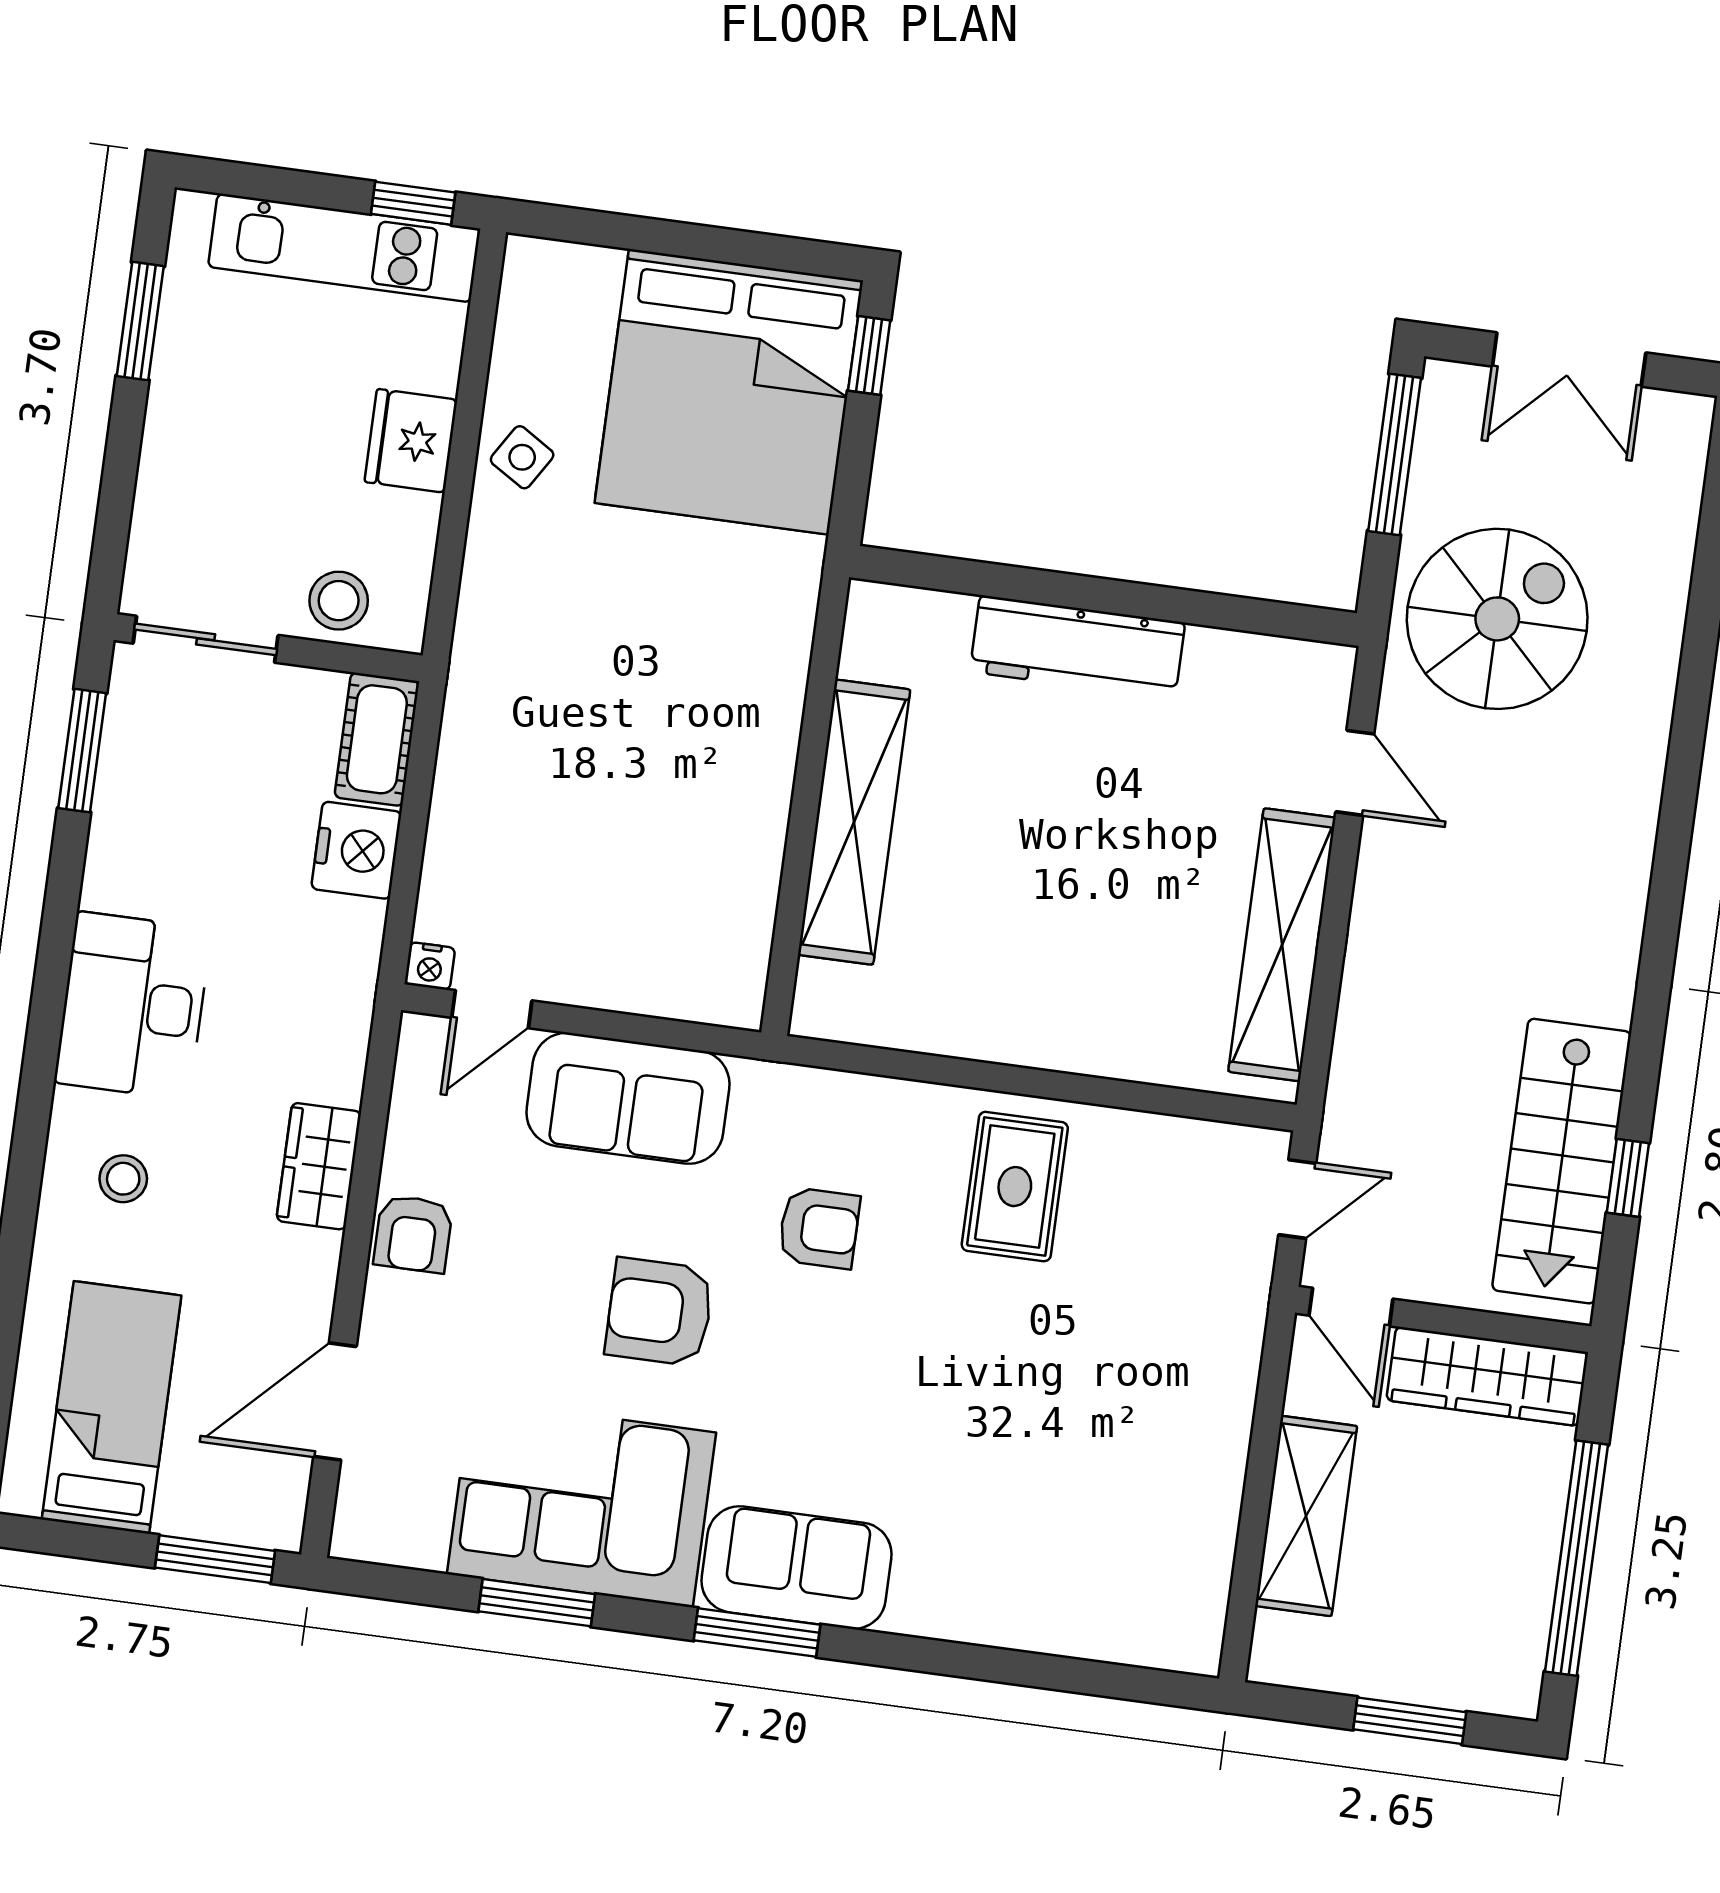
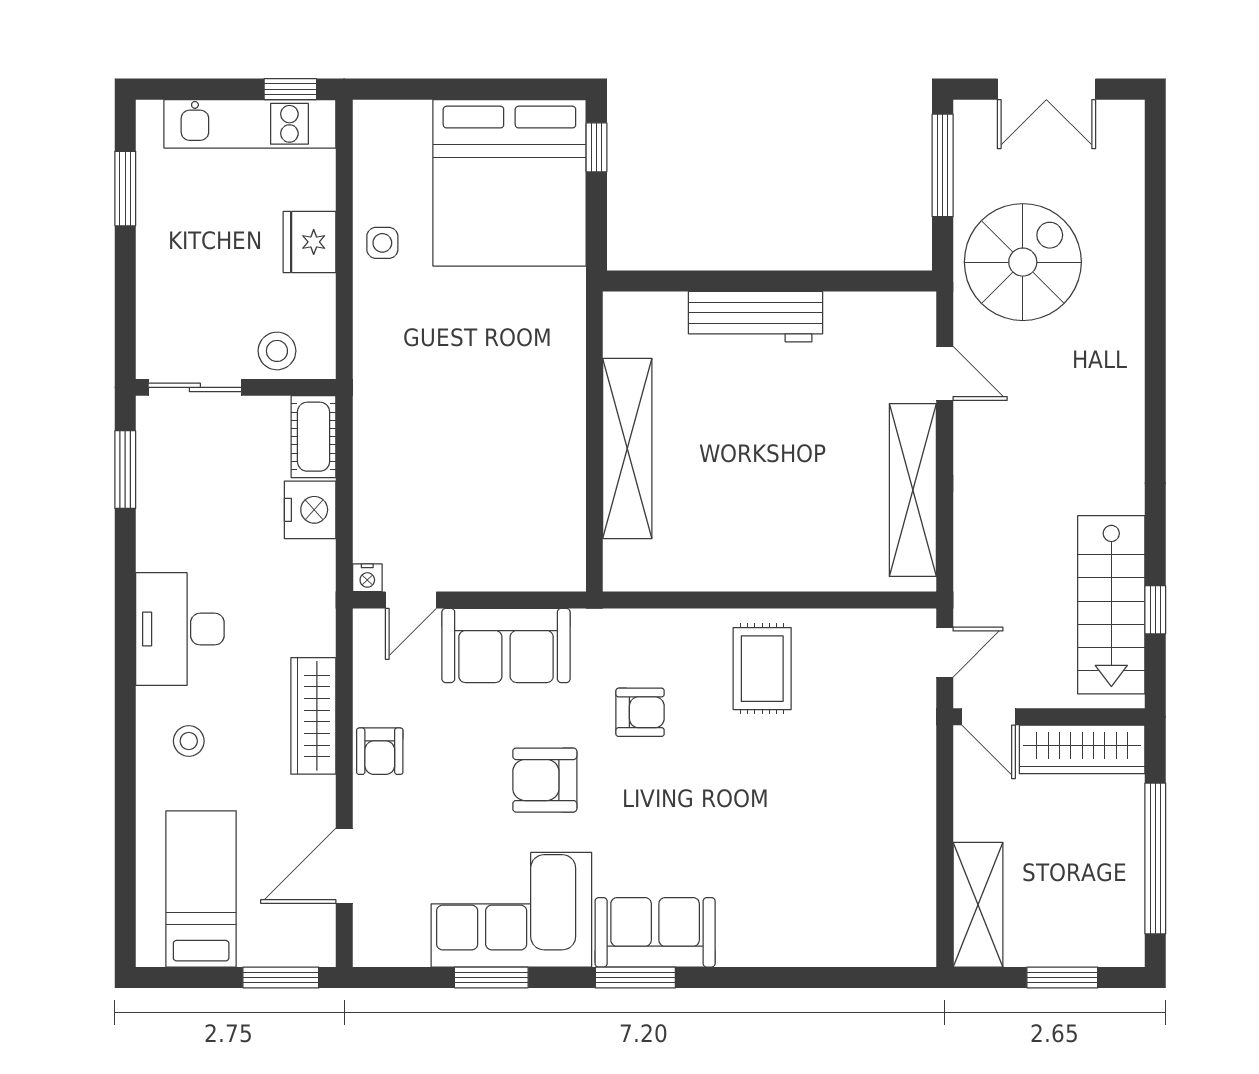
side table: (522, 457) -> (382, 243), turned -32
wardrobe: (319, 1166) -> (313, 716), width x1.50
shelving: (1306, 1516) -> (978, 905), moved

